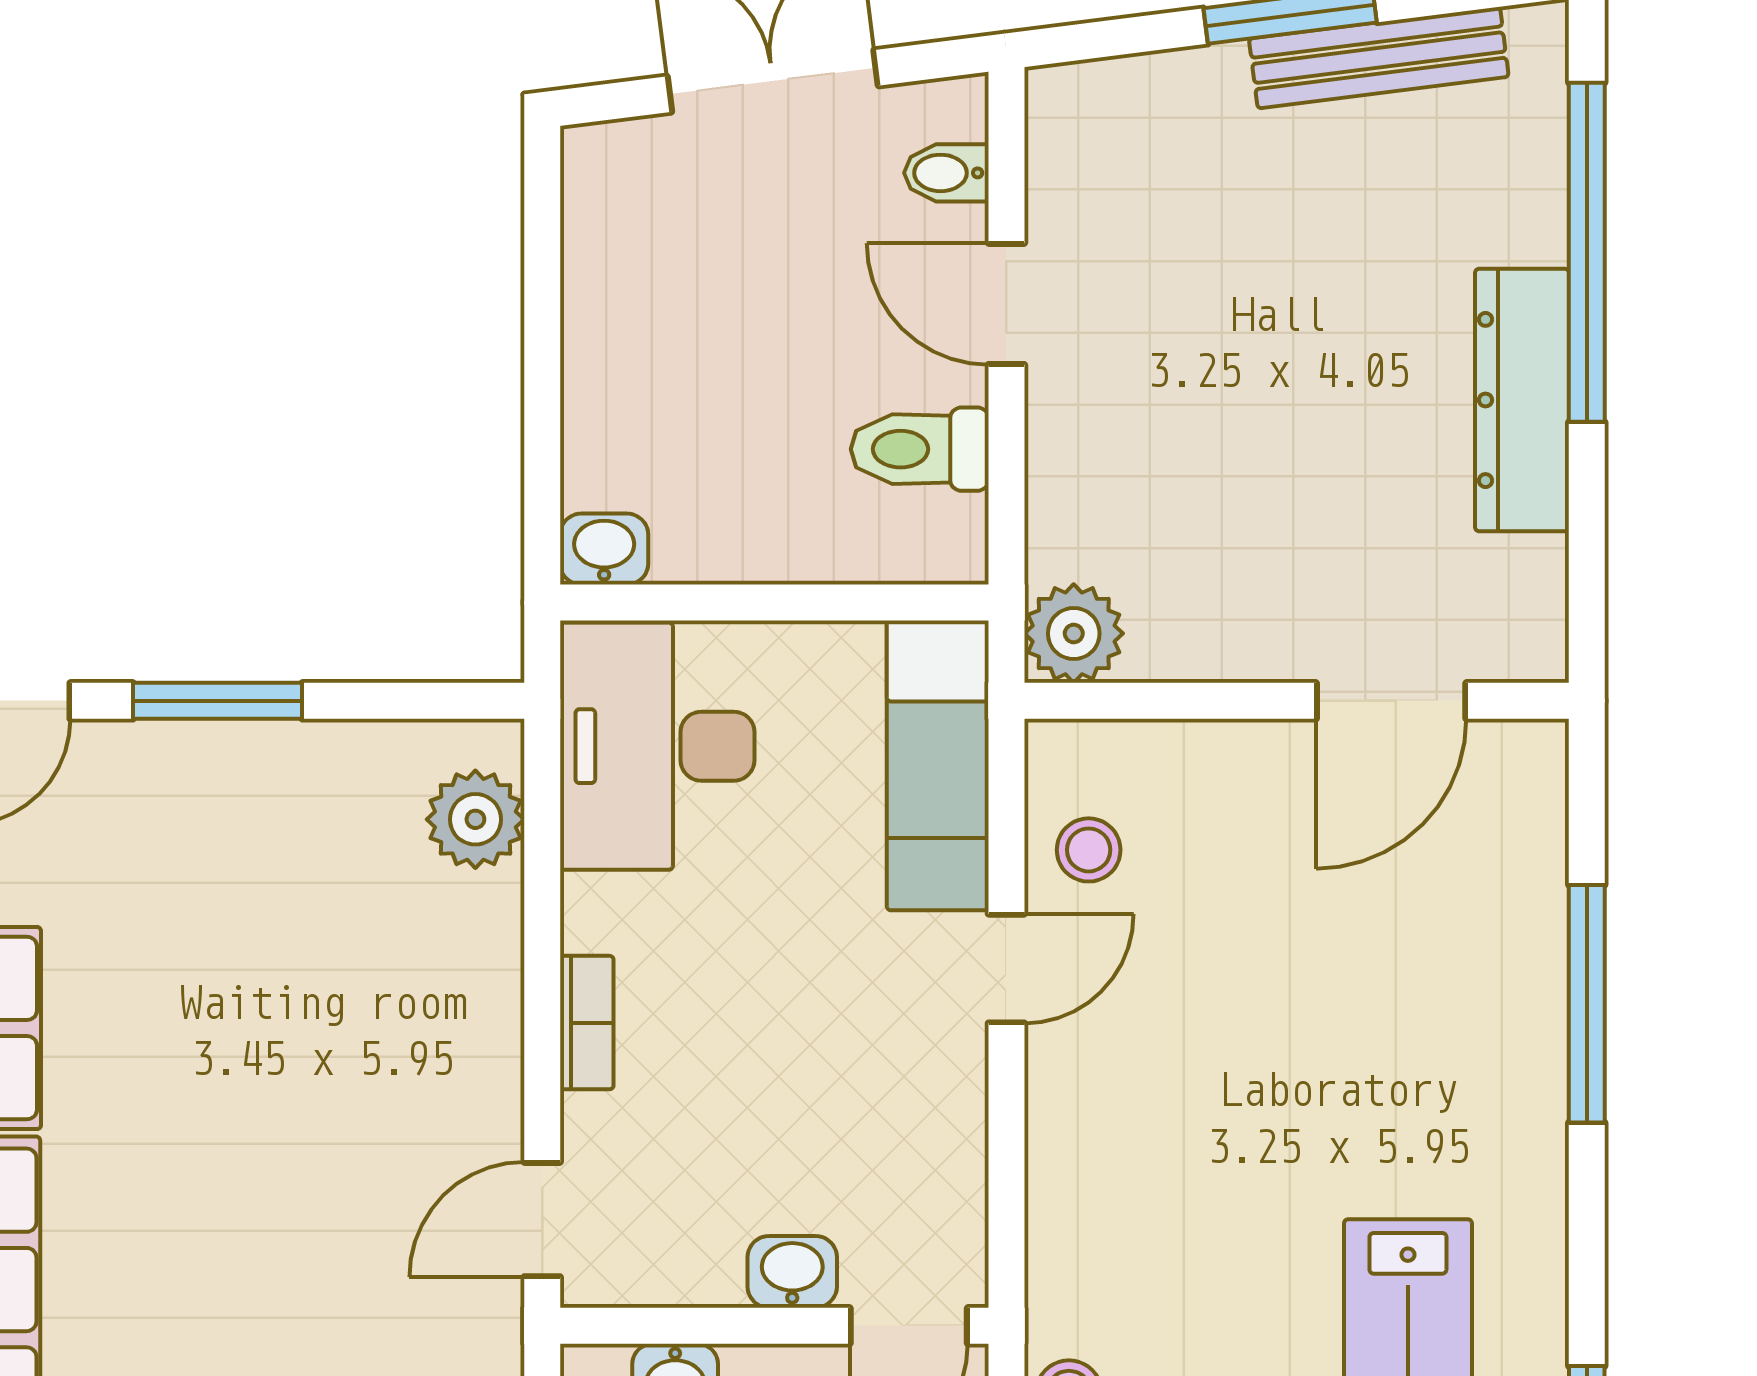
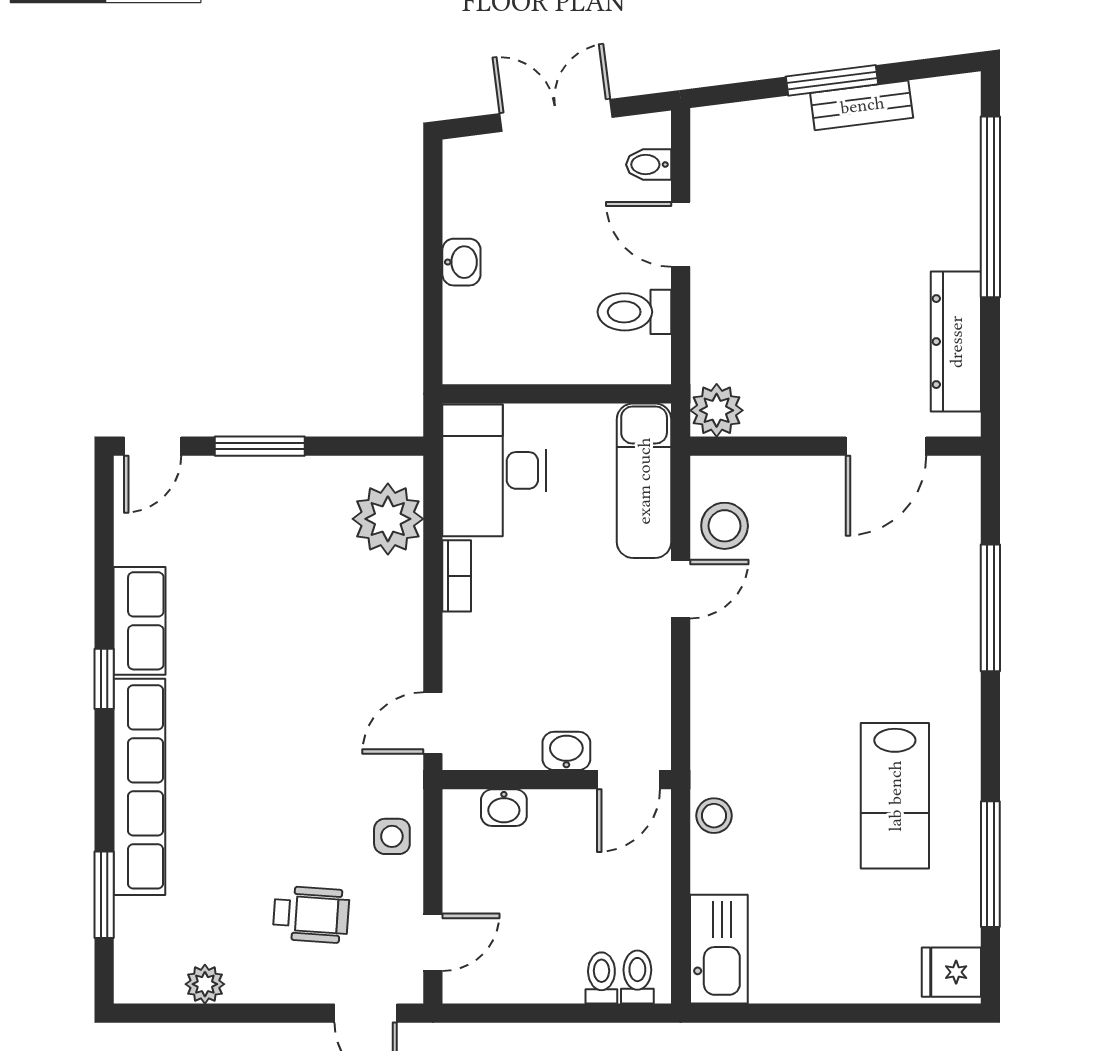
bench: (1379, 58) -> (862, 105), width x0.73
dresser: (1522, 400) -> (956, 342), moved
washbasin: (604, 549) -> (461, 262), moved, turned 90
plant: (475, 819) -> (388, 519), width x1.36, depth x1.36
stool: (1089, 850) -> (725, 526), width x1.37, depth x1.37
bookcase: (587, 1023) -> (457, 576), moved

